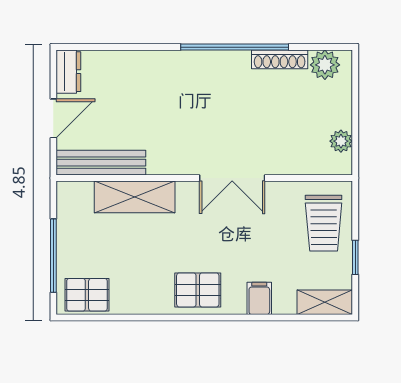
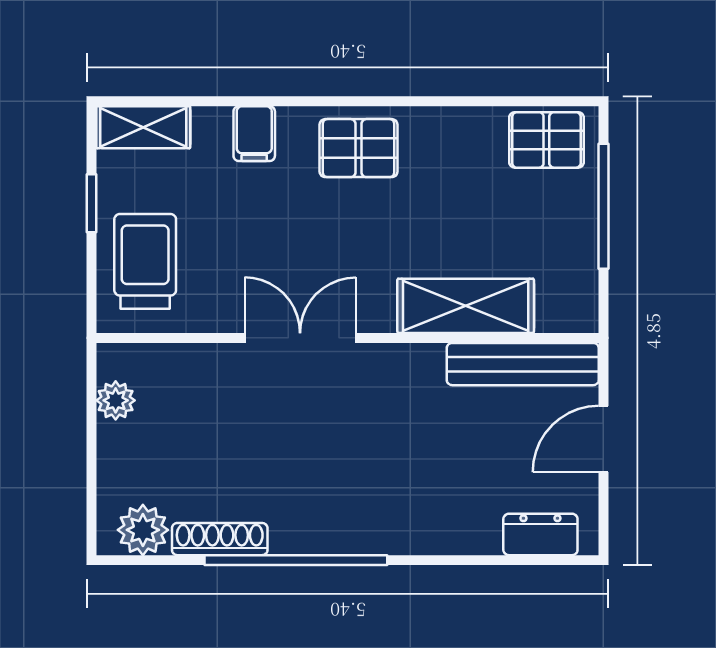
dresser: (68, 72) -> (540, 534), moved, turned 90

